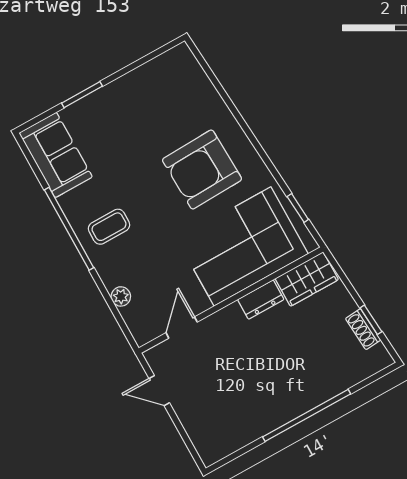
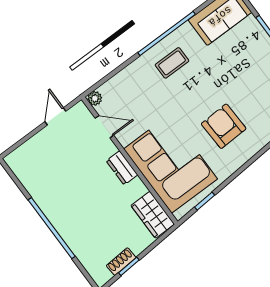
armchair: (202, 169) -> (224, 126), width x0.73, depth x0.73
coffee table: (109, 227) -> (172, 63), turned 90
plant: (121, 296) -> (95, 98), moved
dresser: (261, 300) -> (122, 168), moved

